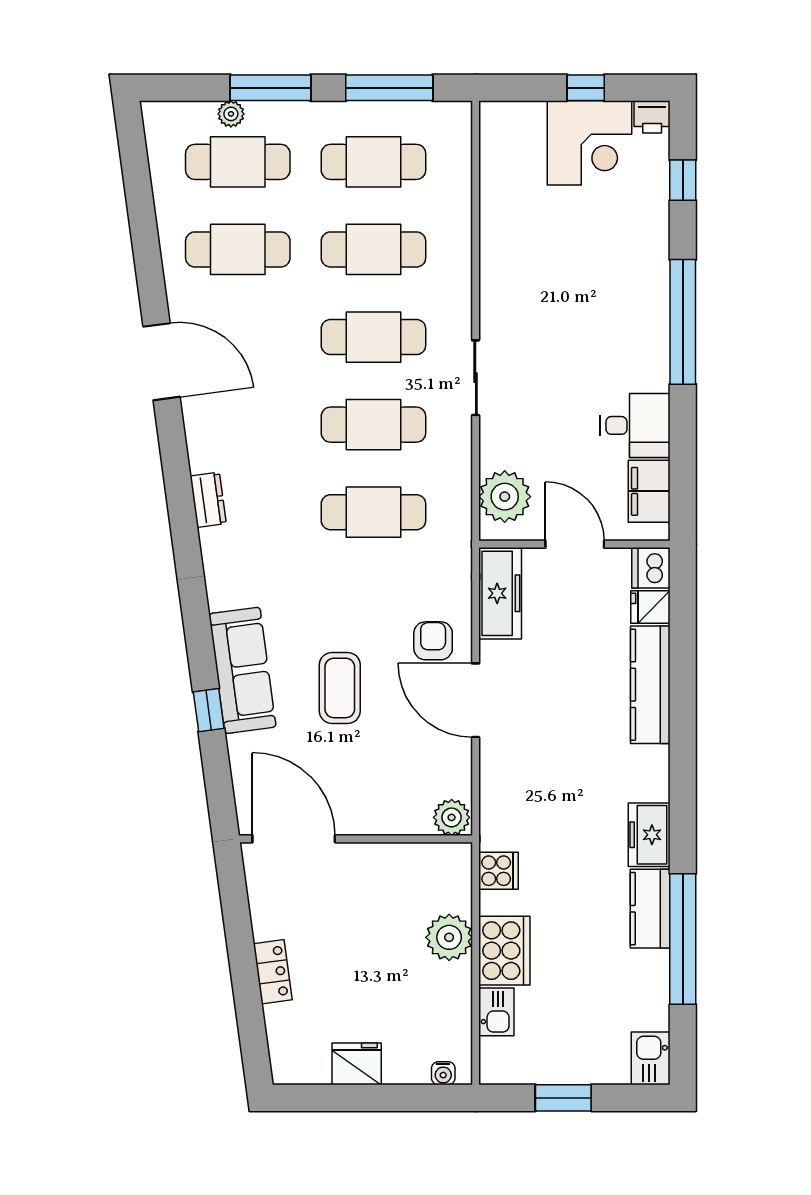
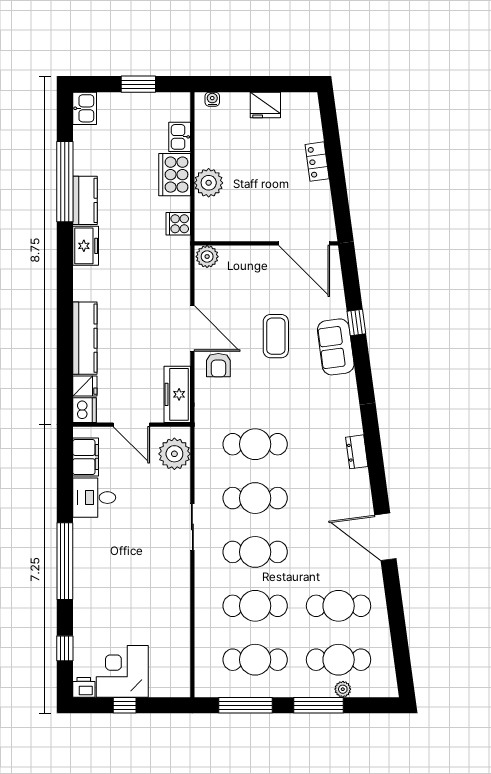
sofa: (242, 670) -> (336, 347), width x0.73

